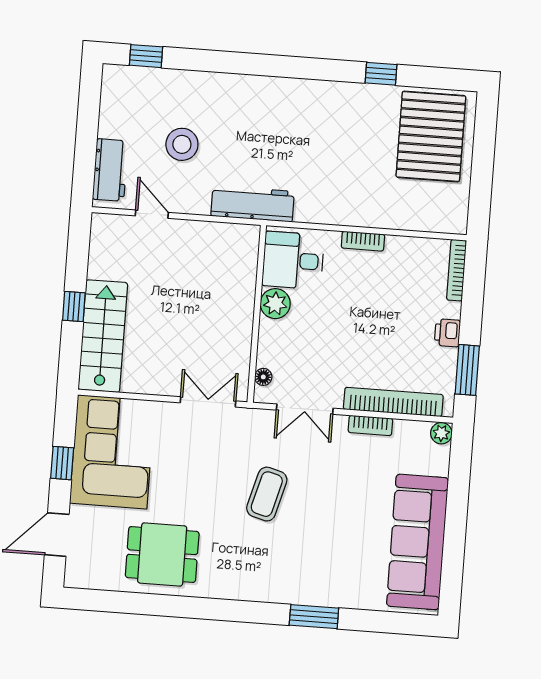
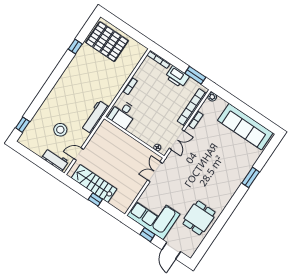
plant: (275, 304) -> (134, 129), removed
printer: (447, 333) -> (177, 77), width x1.87, depth x1.48
stairs: (103, 336) -> (94, 184), moved
coffee table: (267, 494) -> (199, 170), removed

